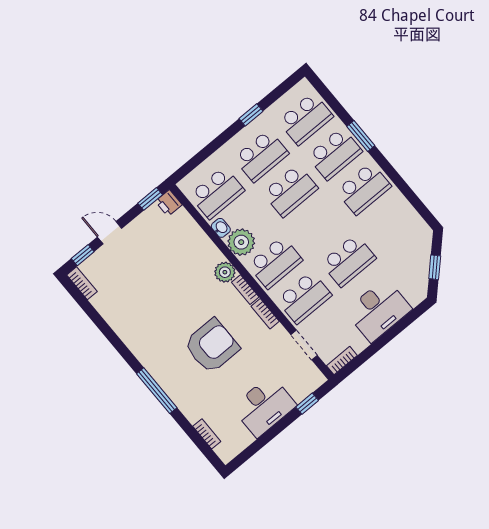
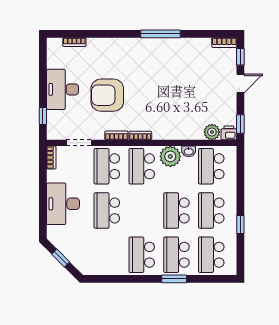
plant: (225, 272) -> (212, 132), moved
armchair: (212, 346) -> (107, 95), moved, turned 90
window: (157, 391) -> (160, 34), moved

